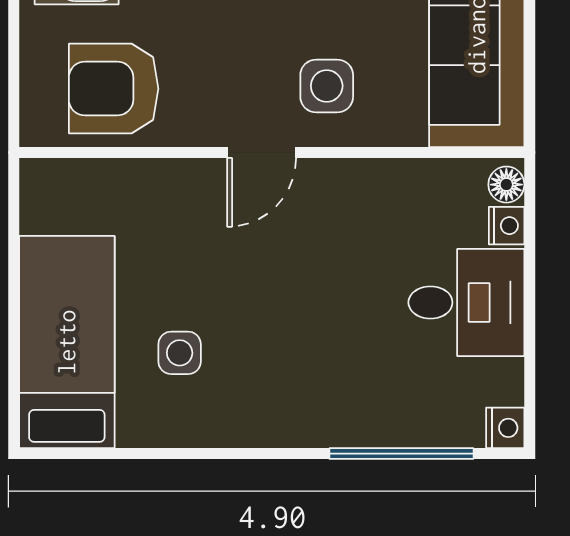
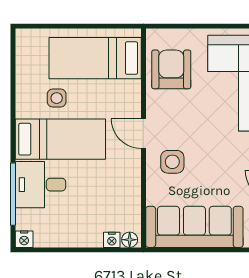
desk: (466, 302) -> (40, 185), moved, turned 90
bed: (67, 342) -> (95, 58), moved, turned 180
bed: (274, 344) -> (60, 139), added

